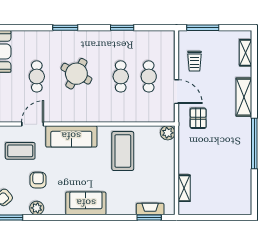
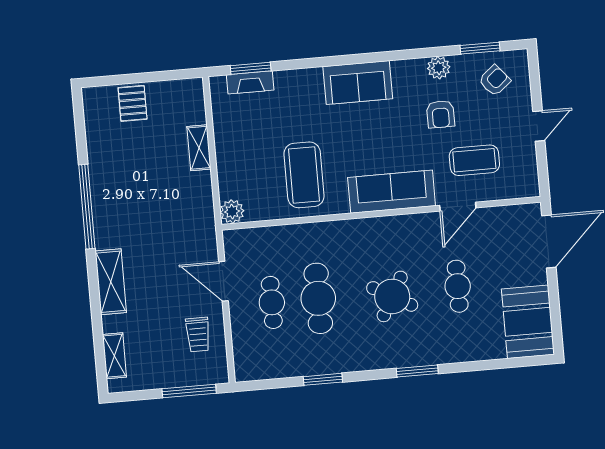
trolley: (195, 61) -> (198, 335), turned 180
cafe table: (121, 76) -> (318, 298), width x1.37, depth x1.35
pallet: (198, 118) -> (133, 103), moved
shelving: (184, 188) -> (199, 148), moved

